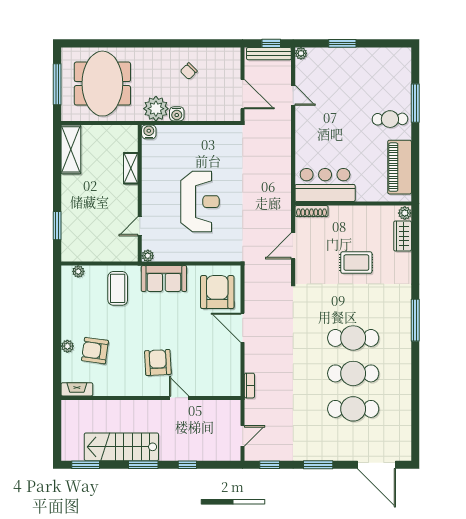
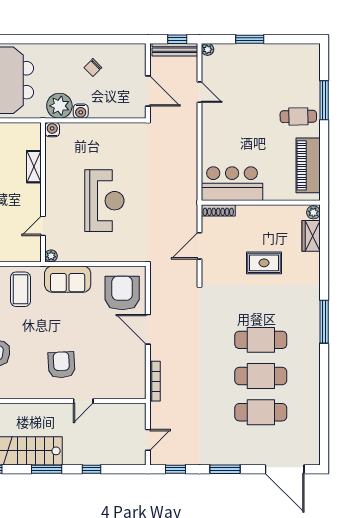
bookcase: (249, 386) -> (155, 381), width x1.56
door: (179, 398) -> (83, 401), swing flipped

